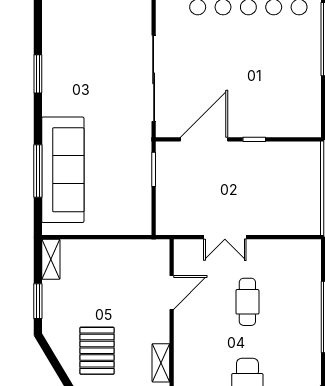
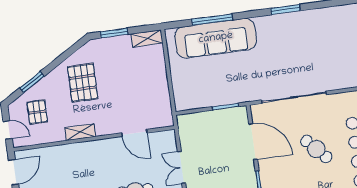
cafe table: (225, 59) -> (316, 149), added
pallet: (97, 351) -> (83, 83), turned 90

